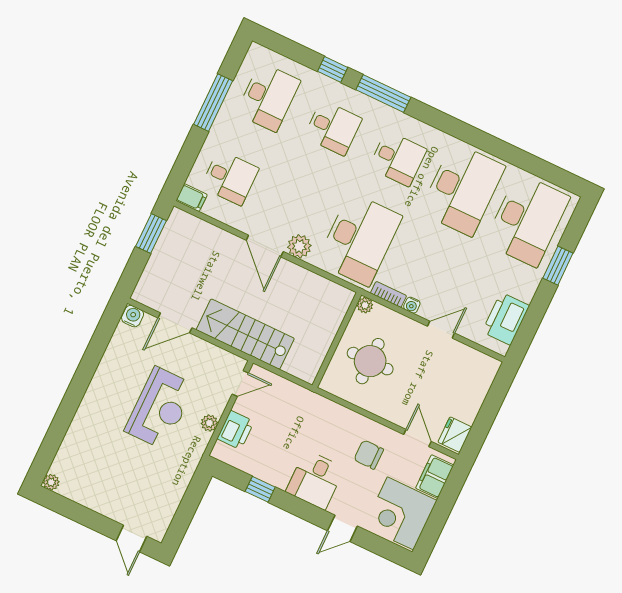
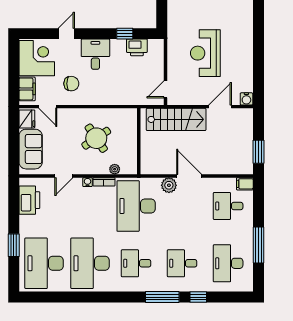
wall: (337, 340) -> (139, 141), moved
round table: (370, 361) -> (96, 138), turned -34
sofa: (470, 390) -> (31, 149), added
plant: (209, 423) -> (172, 58), removed
printer: (236, 430) -> (137, 47), moved, turned -90

